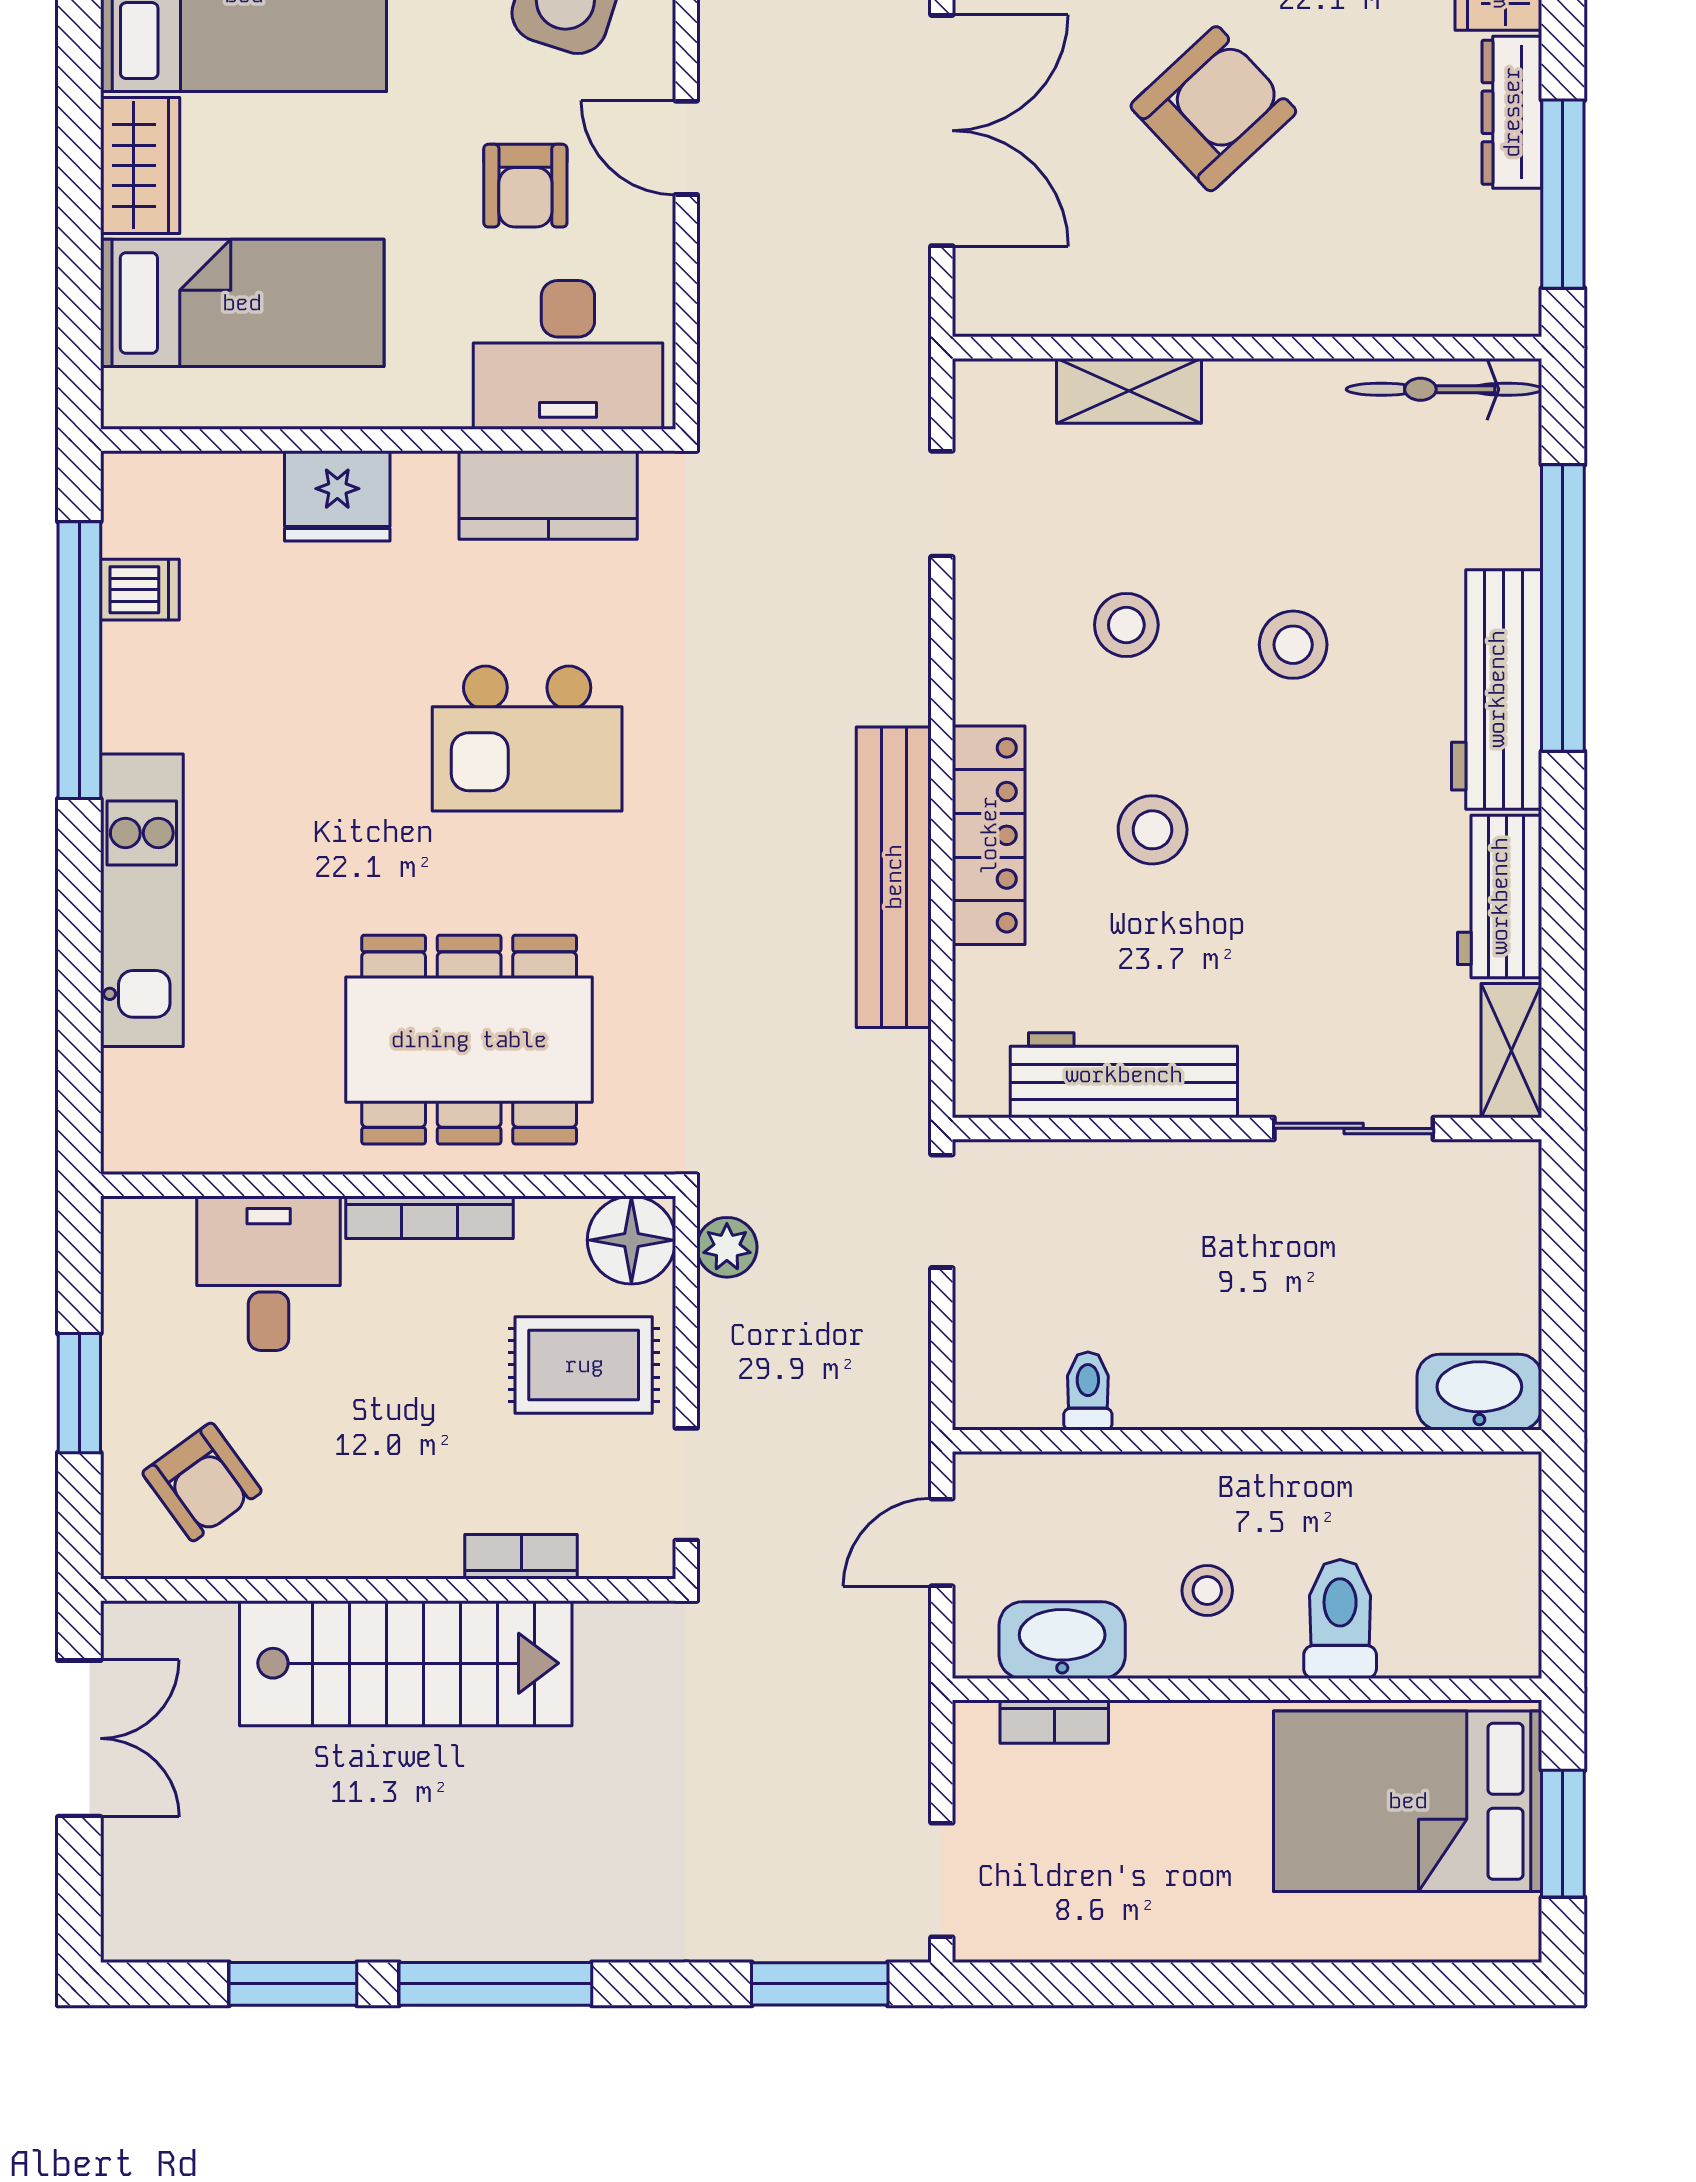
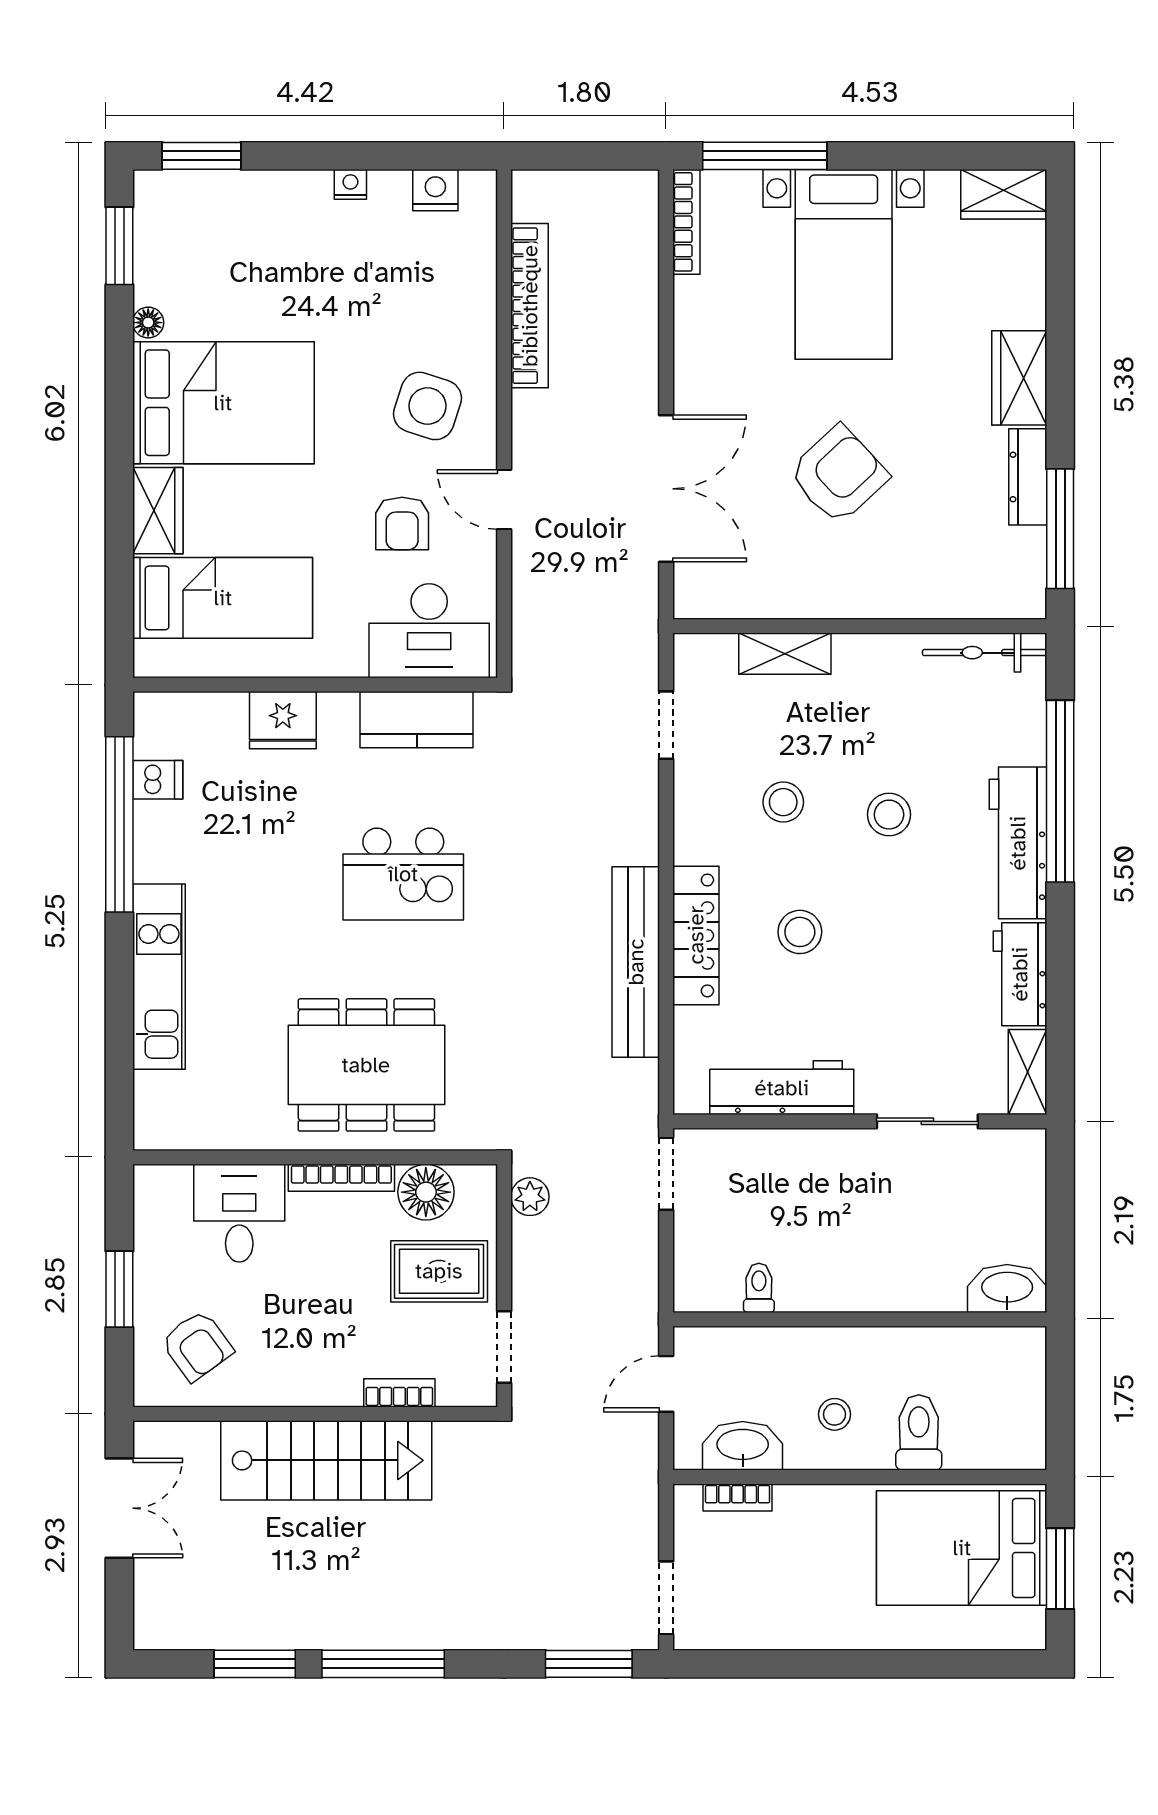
floor lamp: (631, 1240) -> (426, 1192), moved

